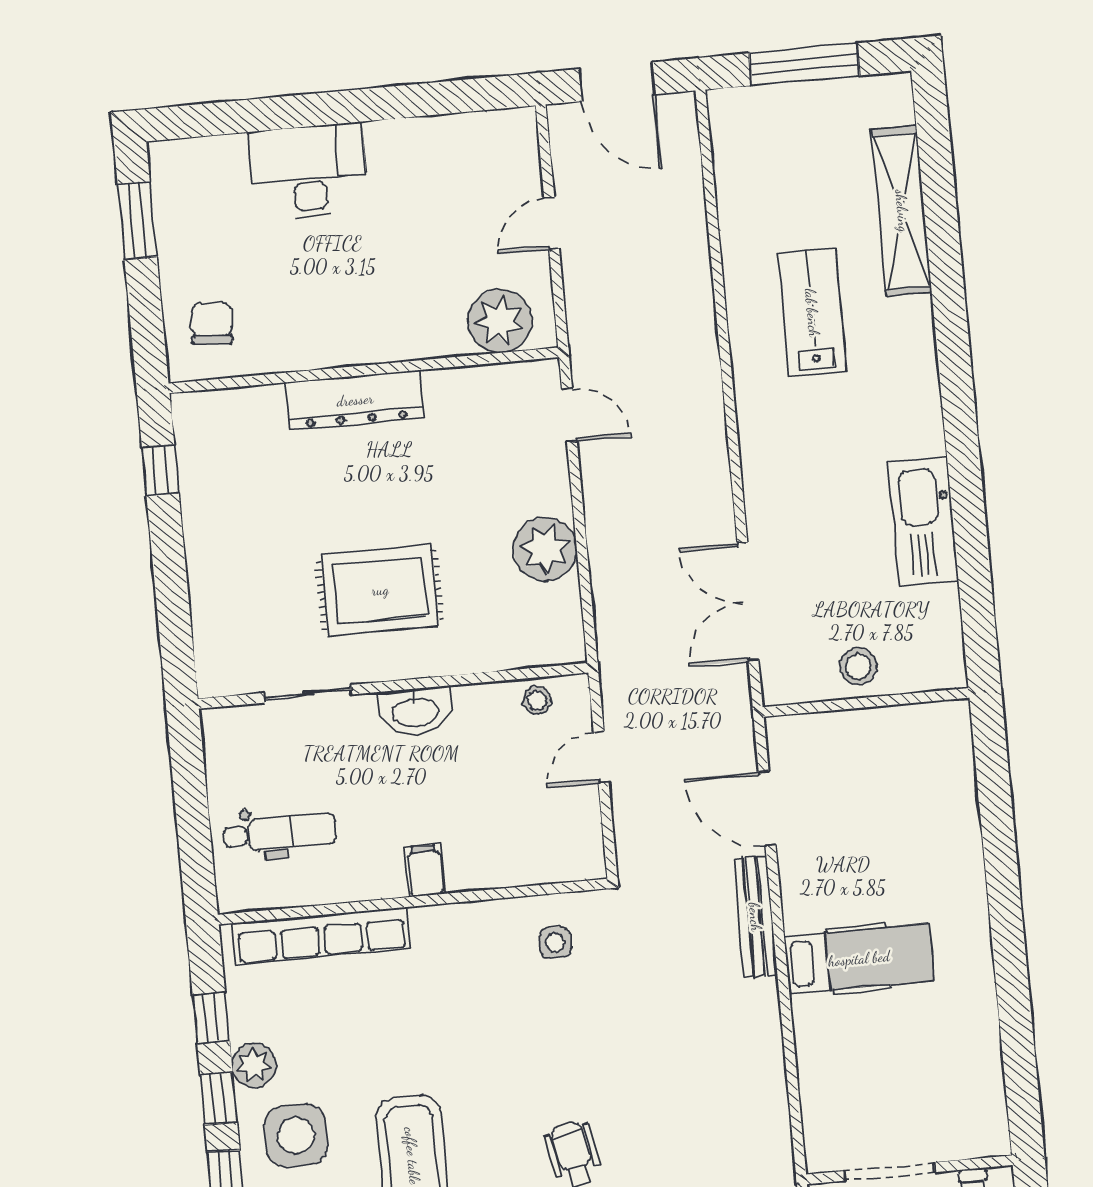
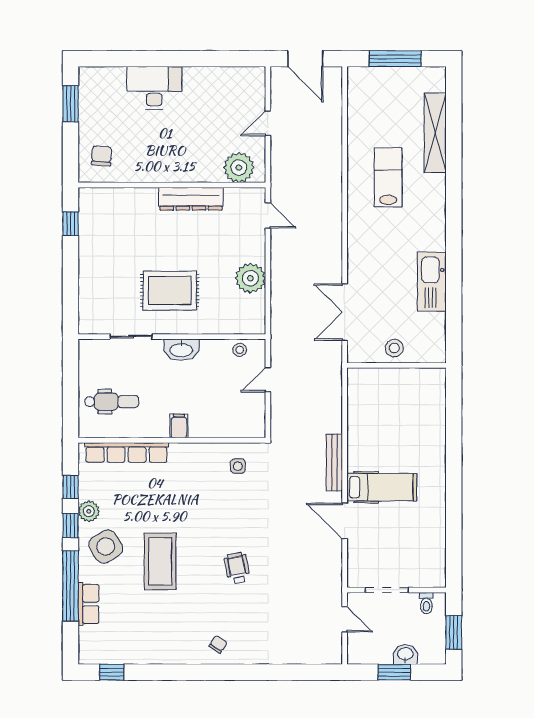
dresser: (355, 400) -> (191, 199), moved
door: (767, 808) -> (345, 521), moved
side table: (296, 1135) -> (106, 546), turned -32

